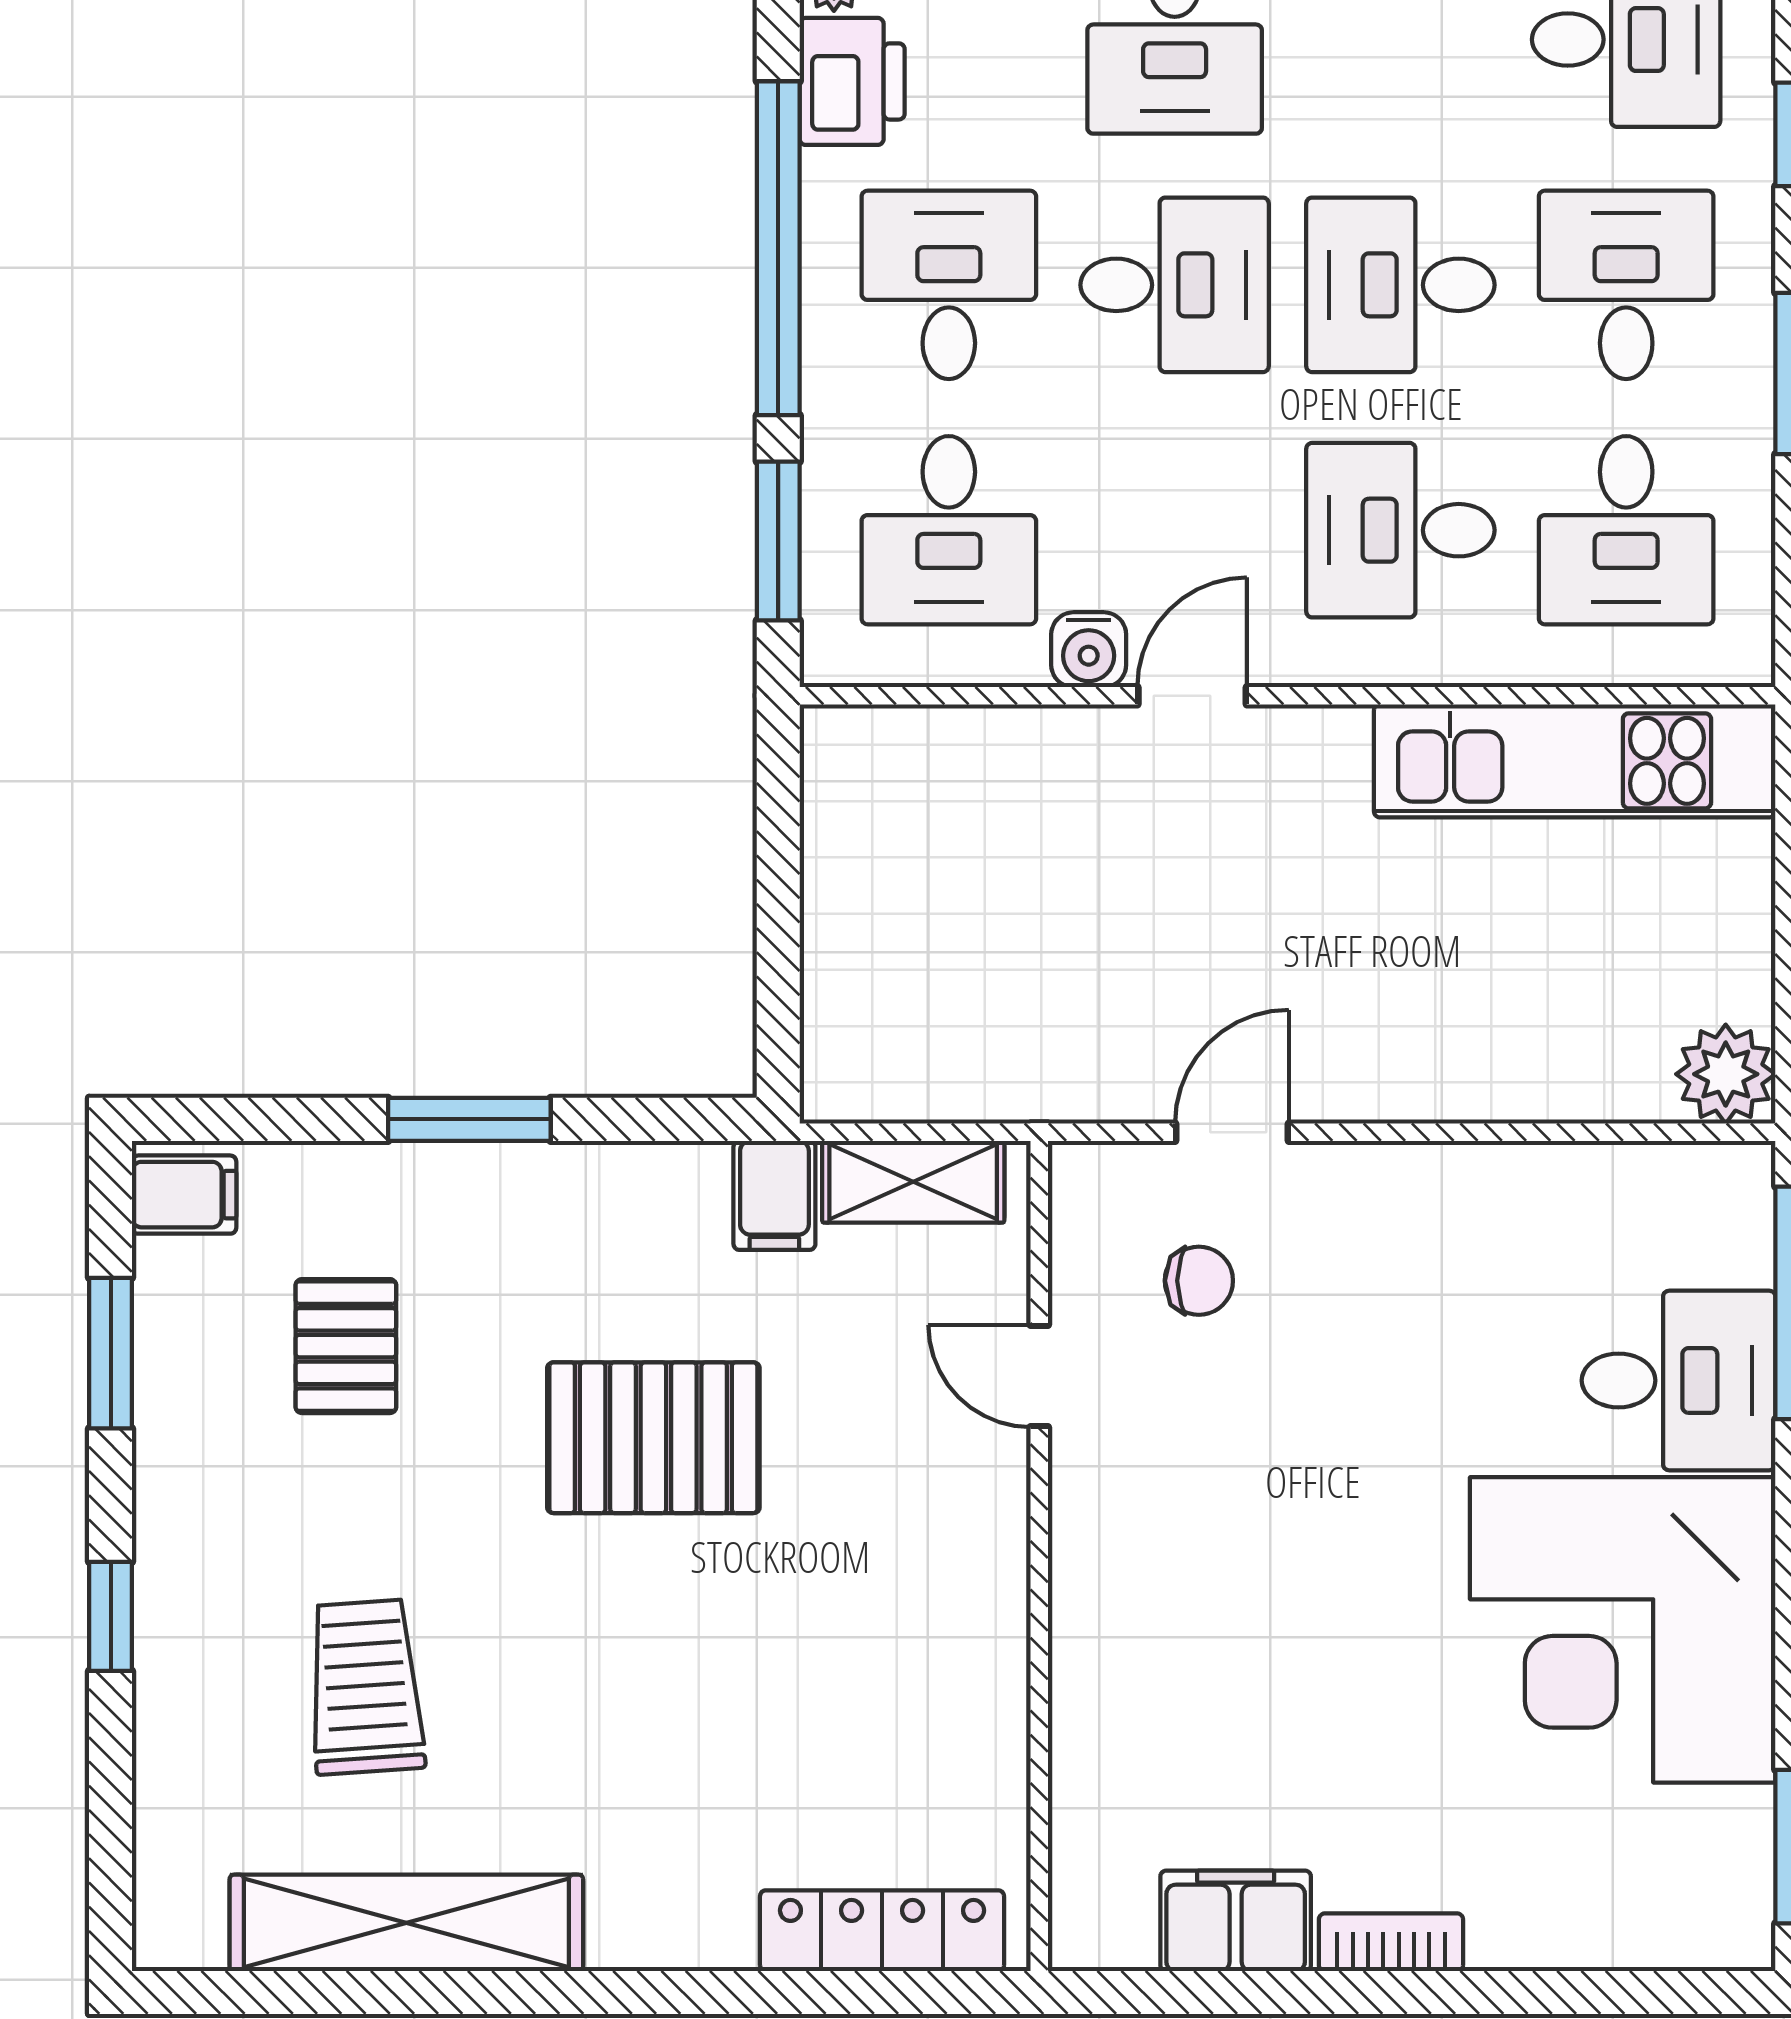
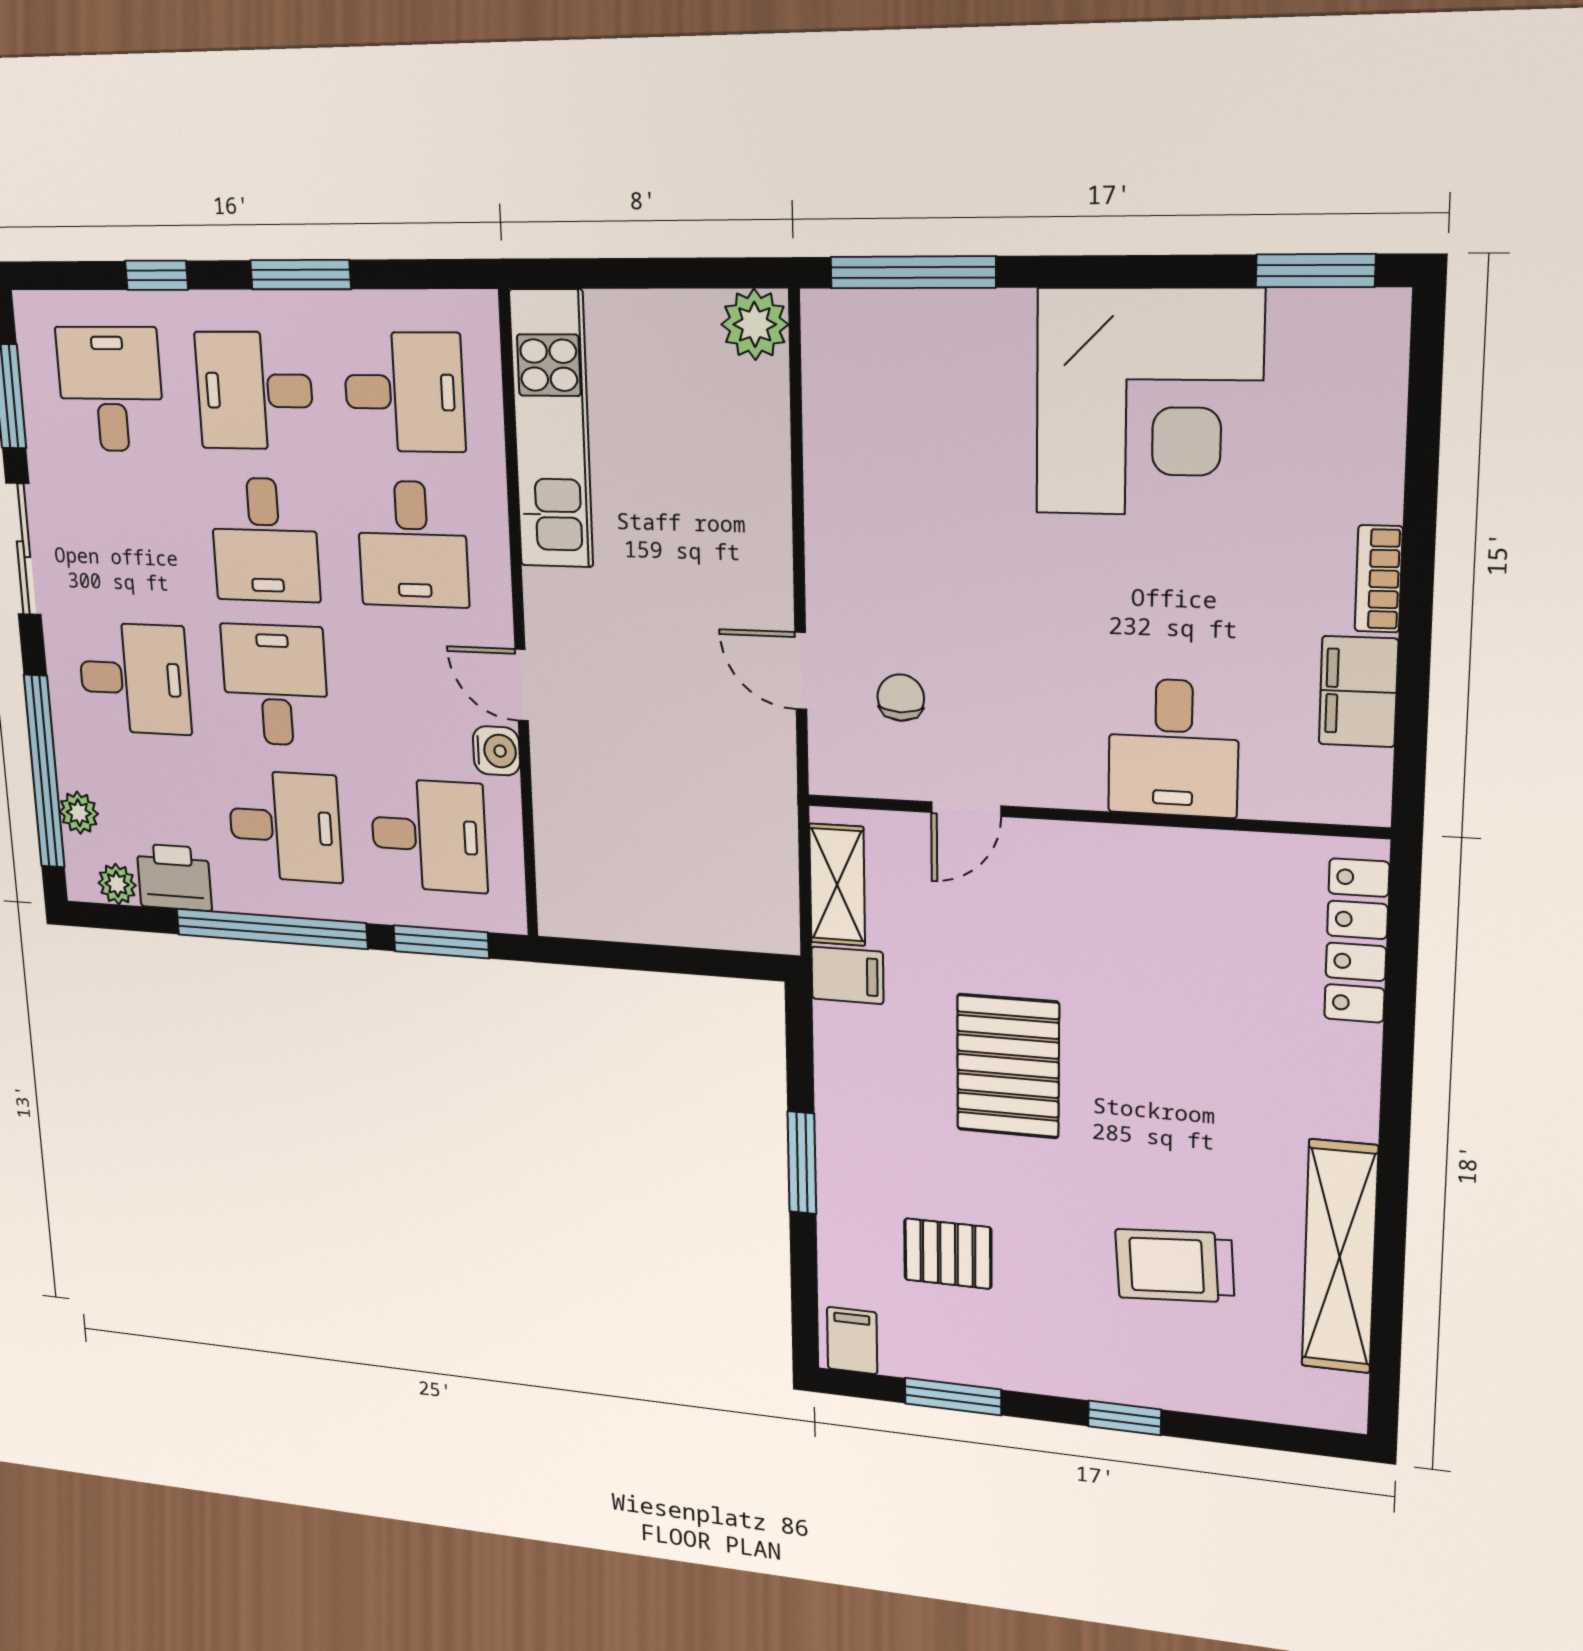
desk: (949, 285) -> (285, 826), turned 180
desk: (1679, 1380) -> (1173, 748), moved, turned 180

